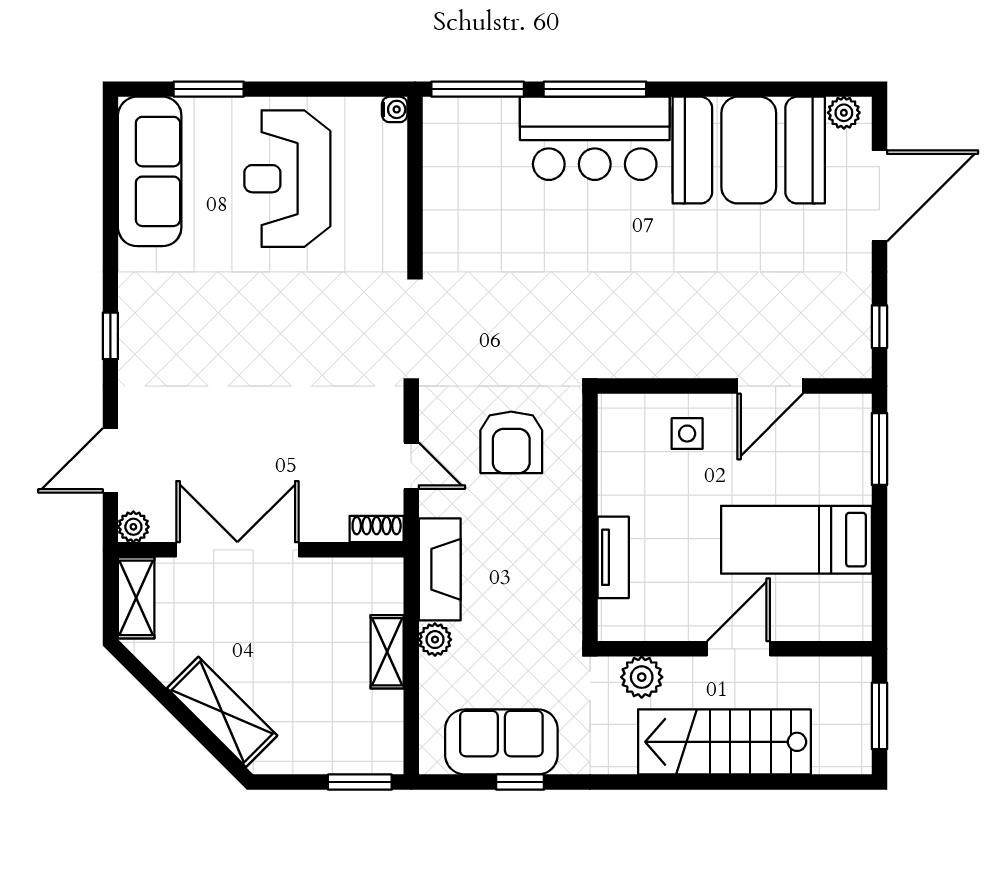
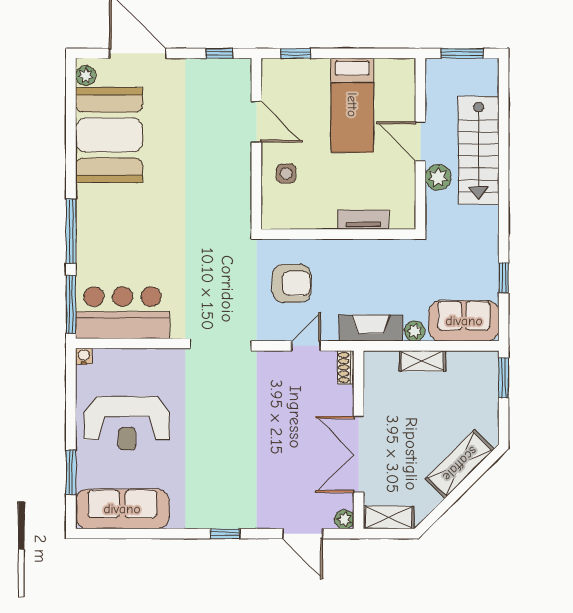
bar counter: (595, 138) -> (123, 313), moved, turned -90
window: (879, 449) -> (296, 53), width x0.67
plant: (642, 677) -> (438, 177), moved
sofa: (501, 742) -> (464, 321), moved, turned 90

